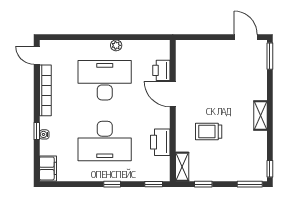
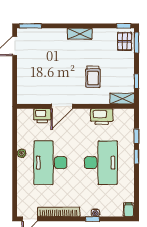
filing cabinet: (48, 168) -> (129, 210), width x0.50
pallet: (251, 170) -> (125, 41), added
window: (154, 184) -> (136, 136), moved

